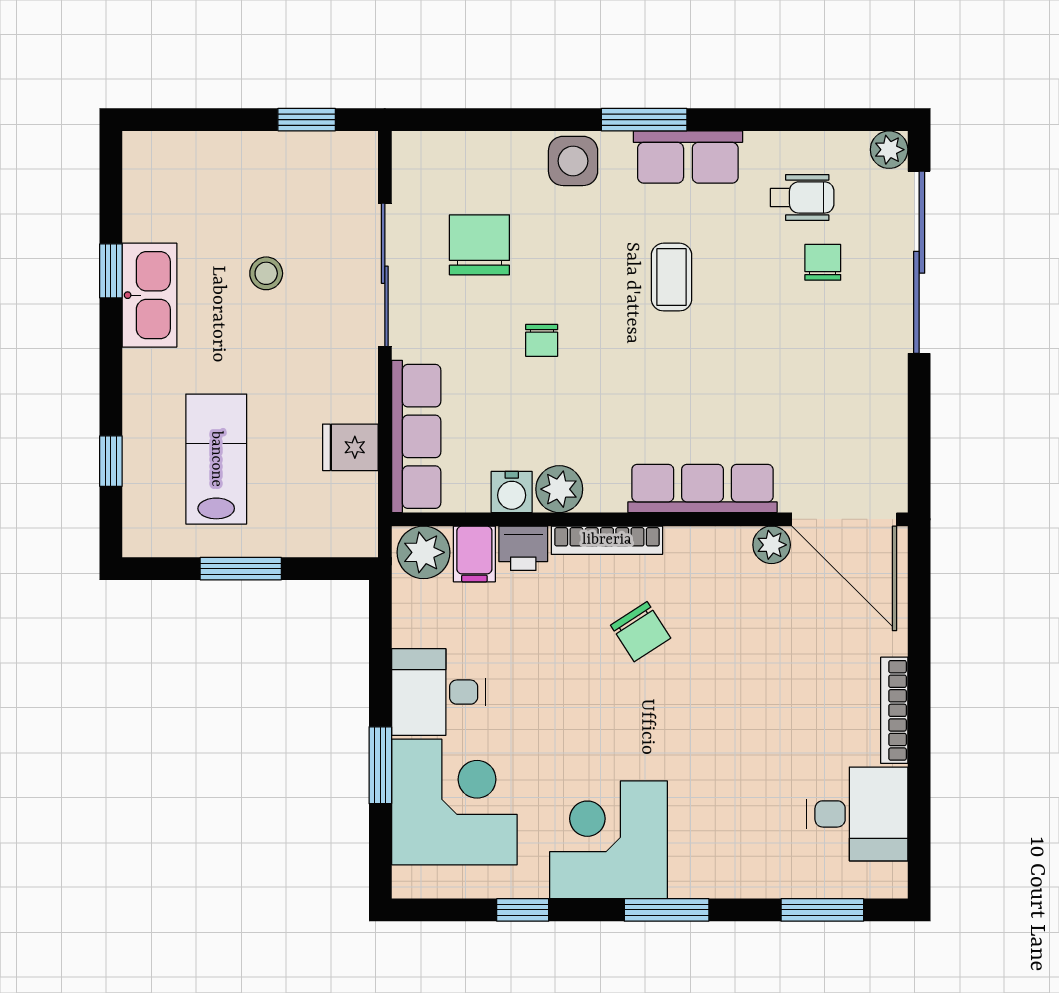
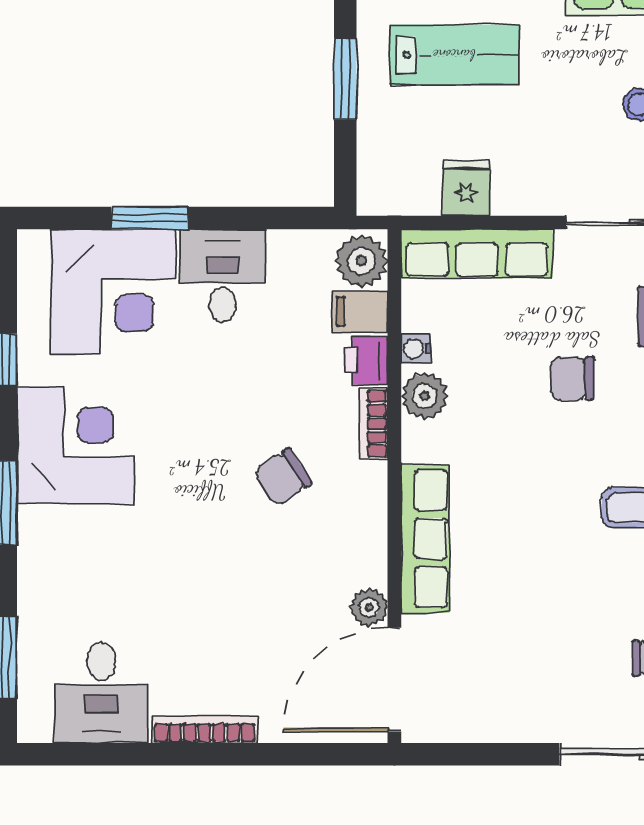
chair: (542, 340) -> (572, 379), width x1.37, depth x1.37
water cooler: (512, 492) -> (416, 349), width x0.72, depth x0.72
bookcase: (607, 540) -> (374, 424), width x0.64

